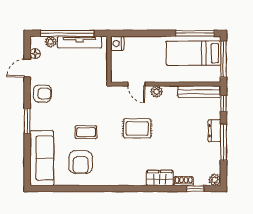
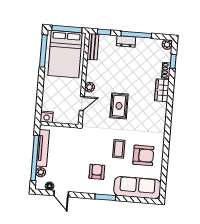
bed: (193, 53) -> (65, 54), width x1.50
bench: (199, 92) -> (93, 47), width x0.73
armchair: (42, 94) -> (97, 172), moved

